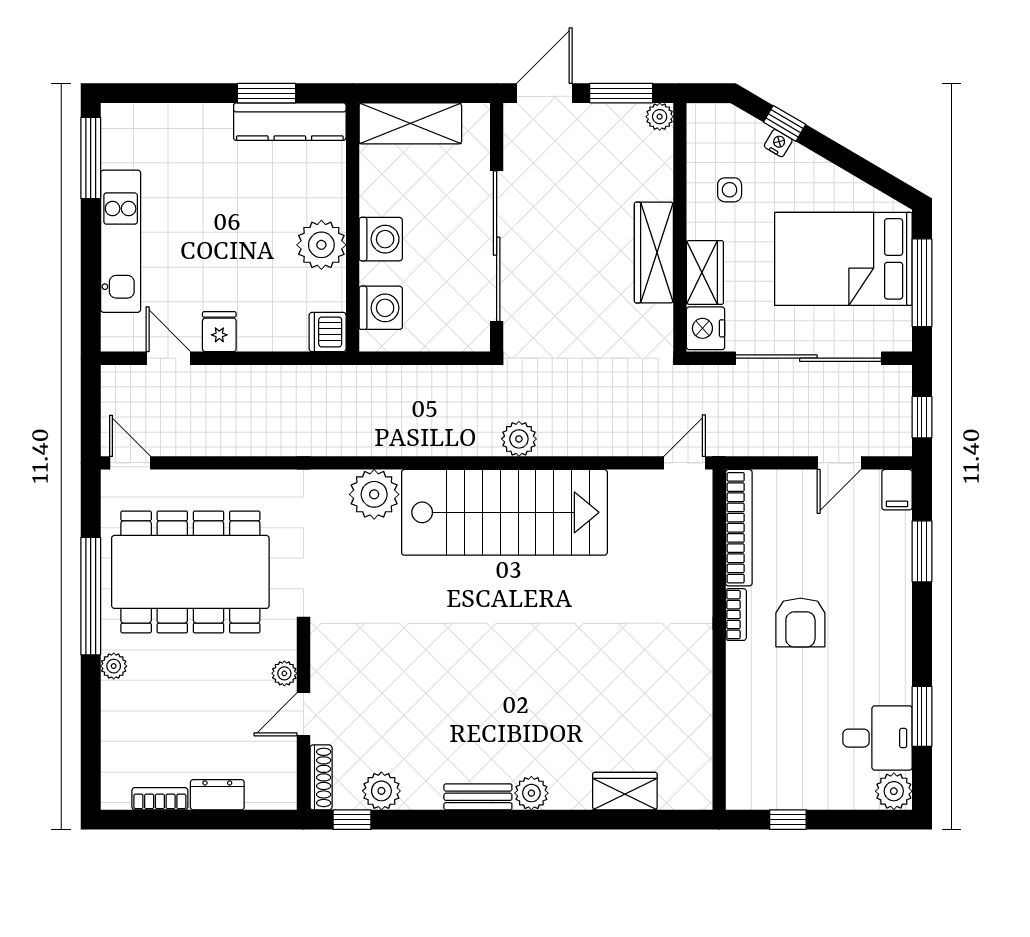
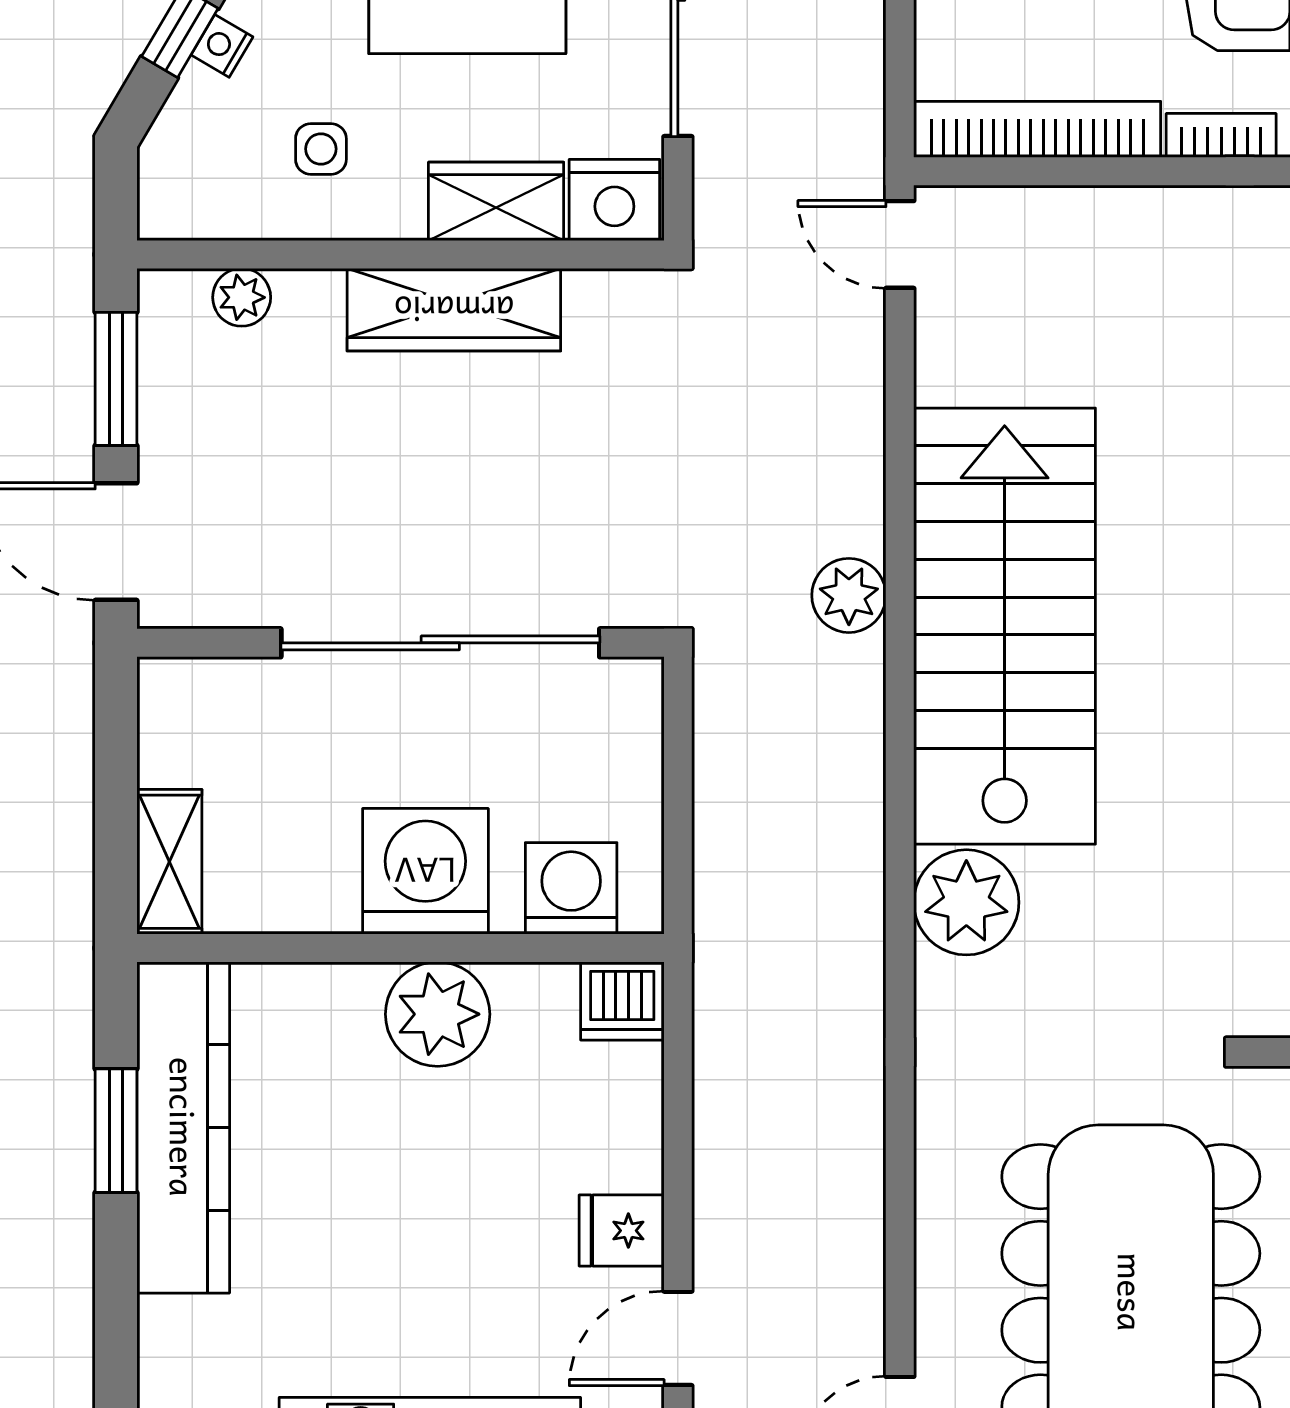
plant: (660, 117) -> (242, 297), moved
kitchen counter: (290, 122) -> (183, 1127), width x1.39, depth x1.17
shelving: (410, 123) -> (169, 862), width x0.67, depth x0.75
washing machine: (381, 239) -> (425, 871), width x1.37, depth x1.37

